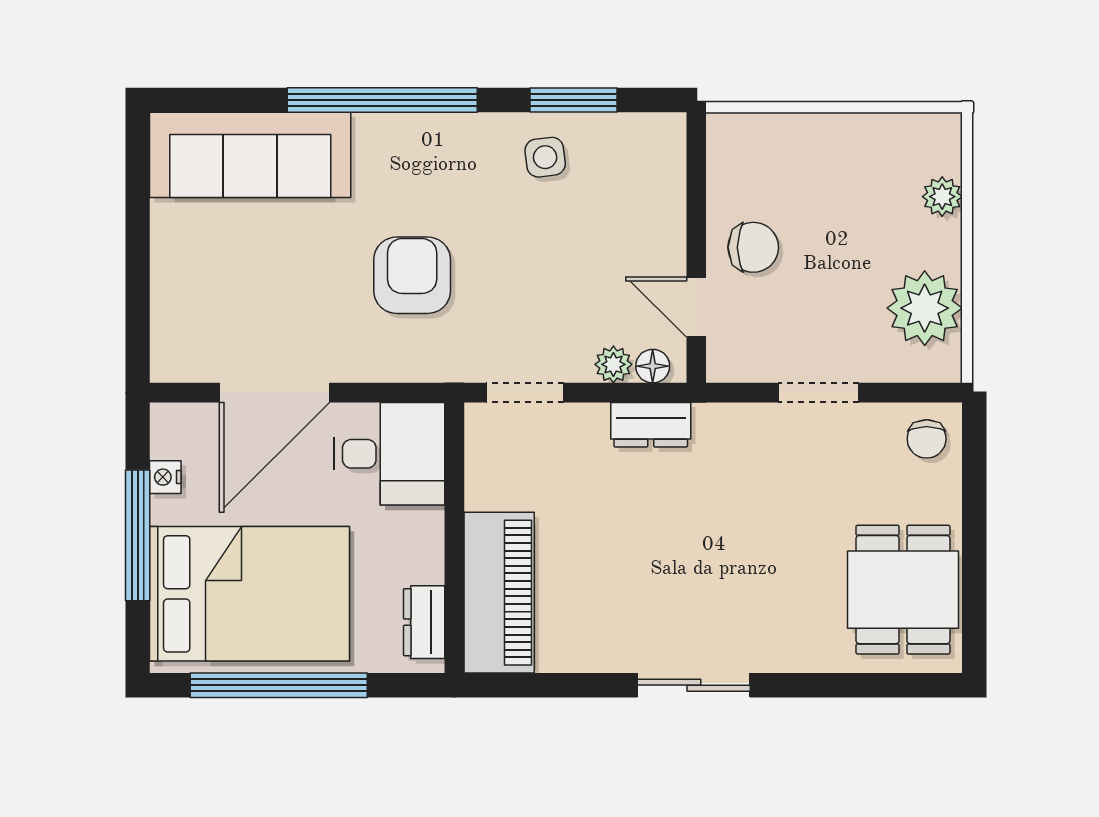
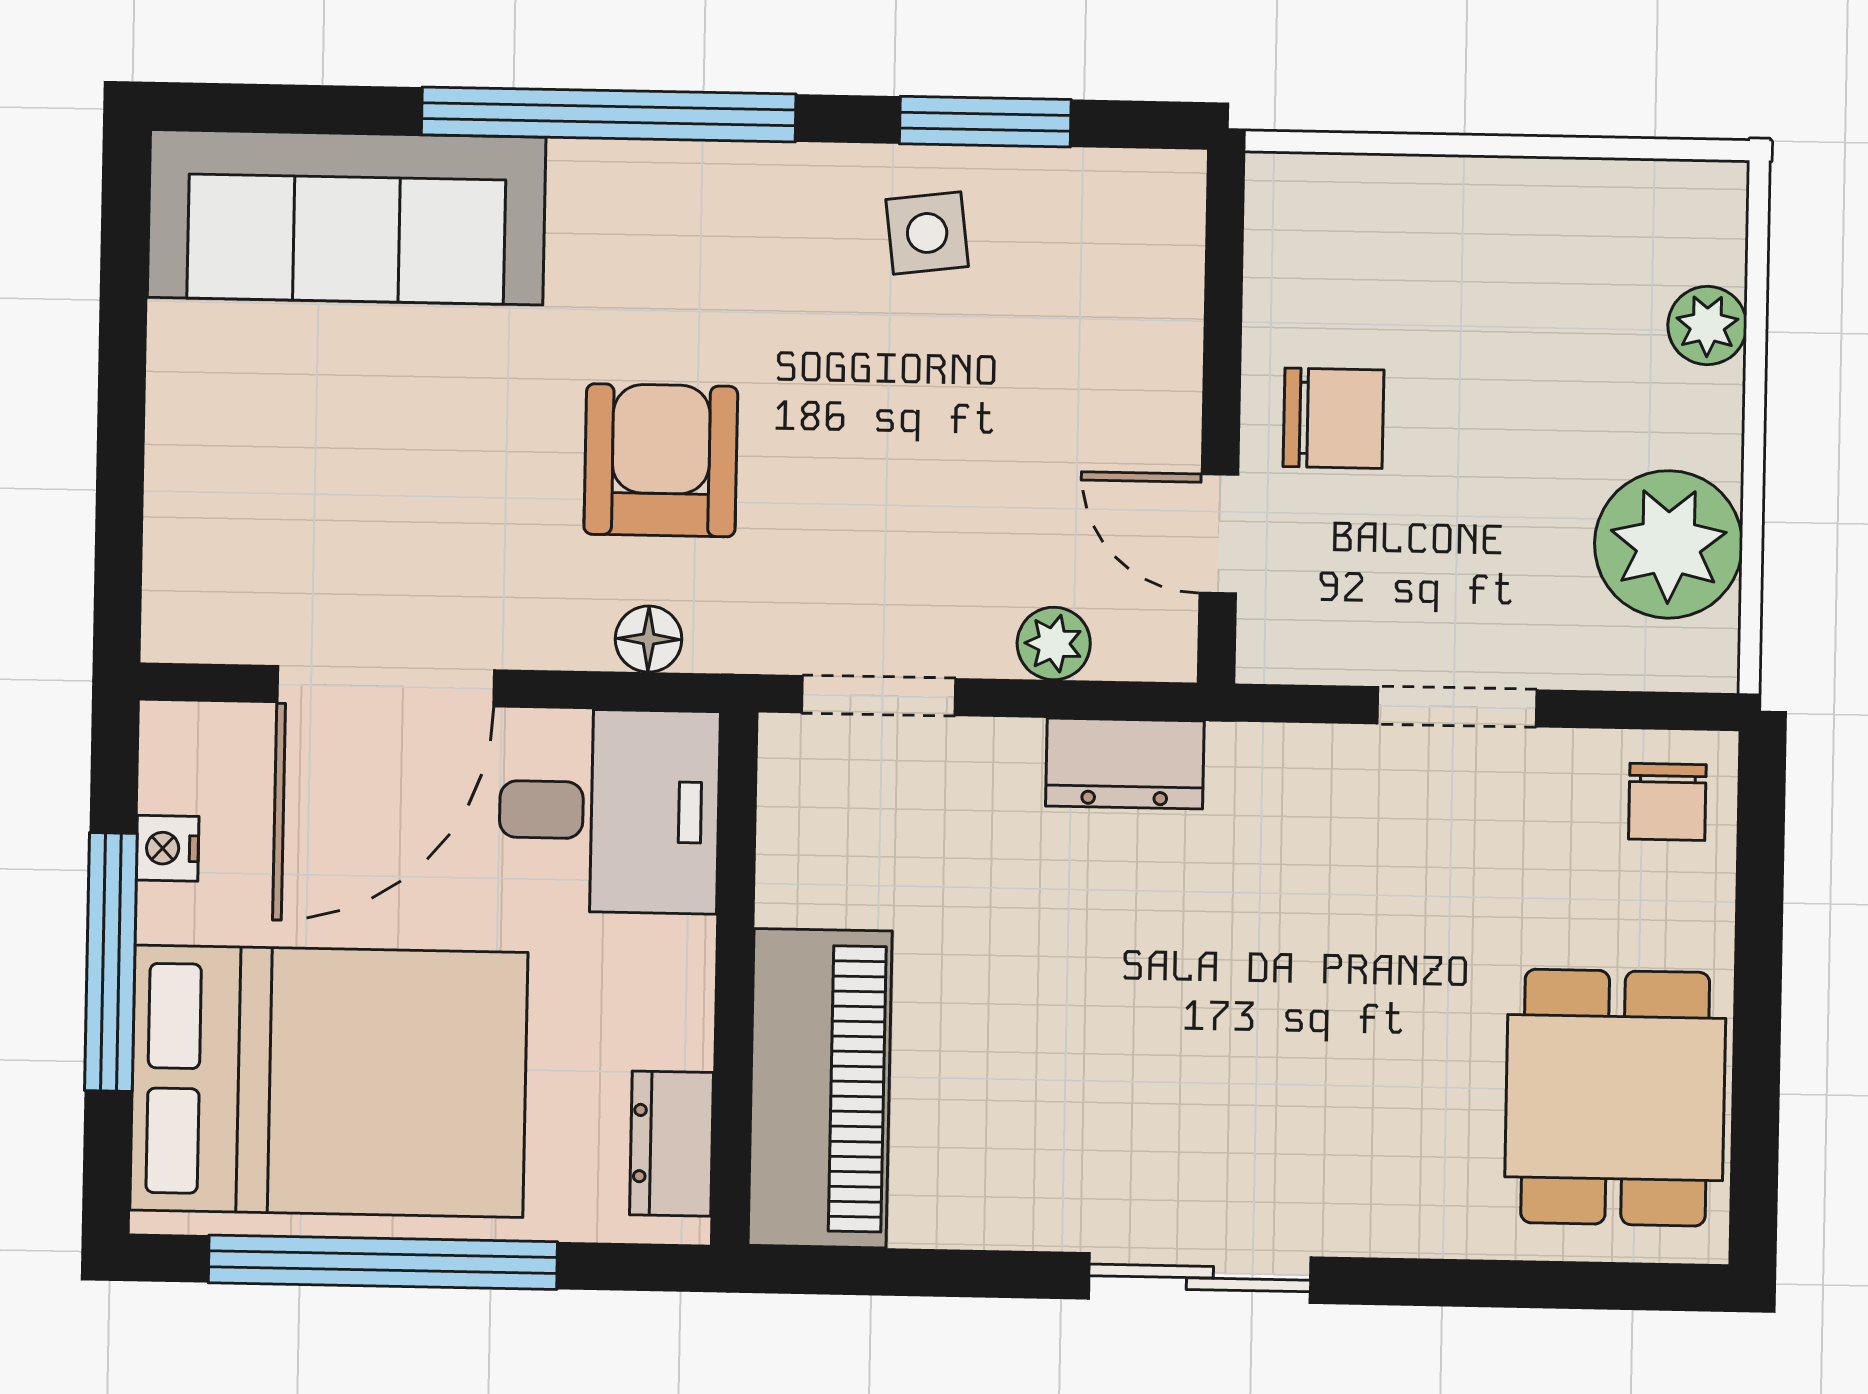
floor lamp: (653, 366) -> (649, 639), moved

